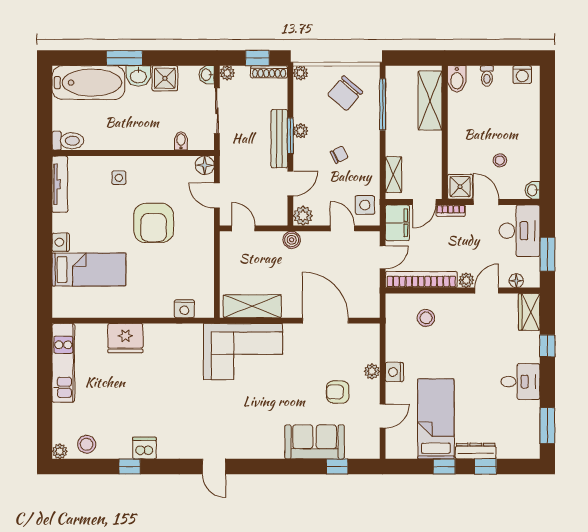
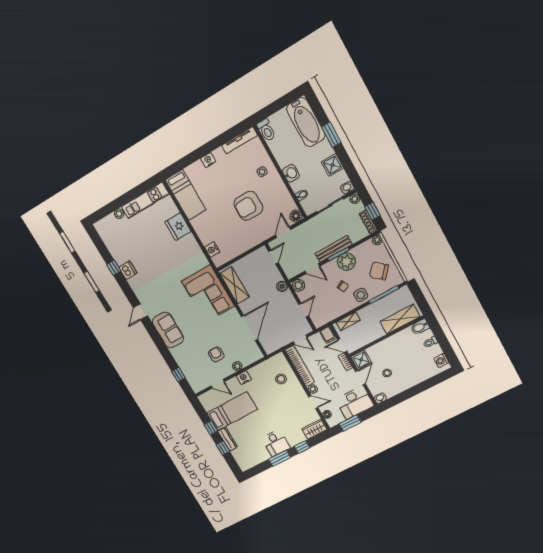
washbasin: (138, 76) -> (291, 173), moved, turned 180
plant: (301, 131) -> (346, 262), width x1.88, depth x1.88
side table: (365, 205) -> (361, 295), moved
filing cabinet: (397, 223) -> (328, 335), width x0.50
bed: (89, 270) -> (186, 195), moved
window: (547, 426) -> (280, 458), moved
sofa: (315, 442) -> (168, 330), moved
stool: (87, 444) -> (111, 238), removed
plant: (60, 451) -> (119, 214), moved

